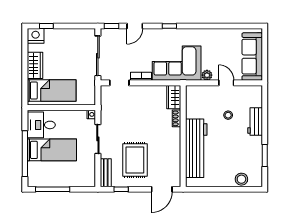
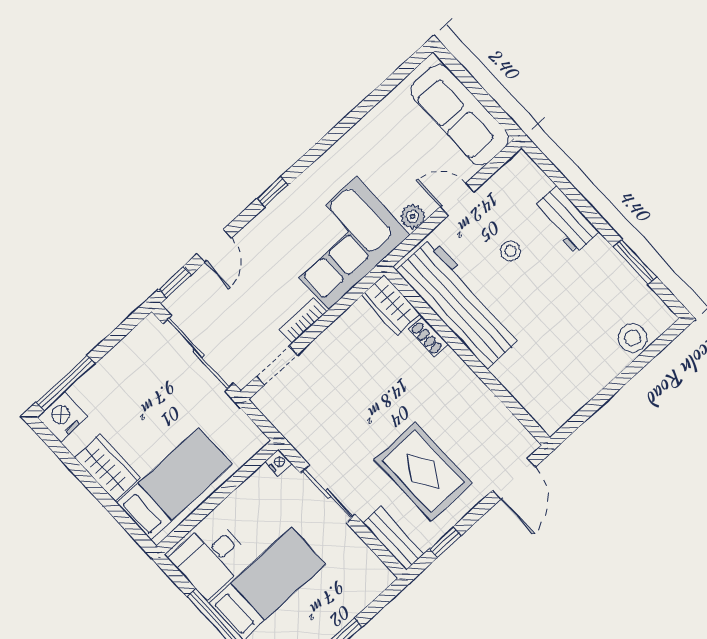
window: (46, 26) -> (65, 383), width x2.17
workbench: (196, 148) -> (460, 303), moved

